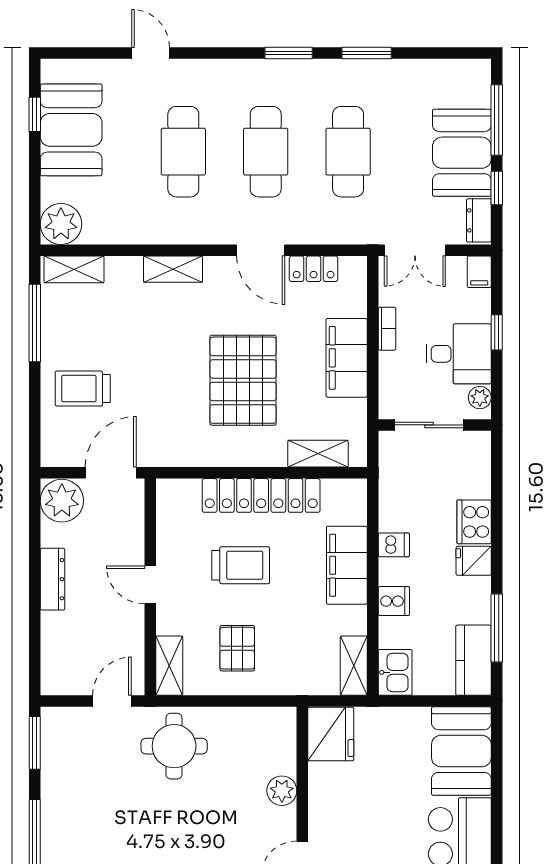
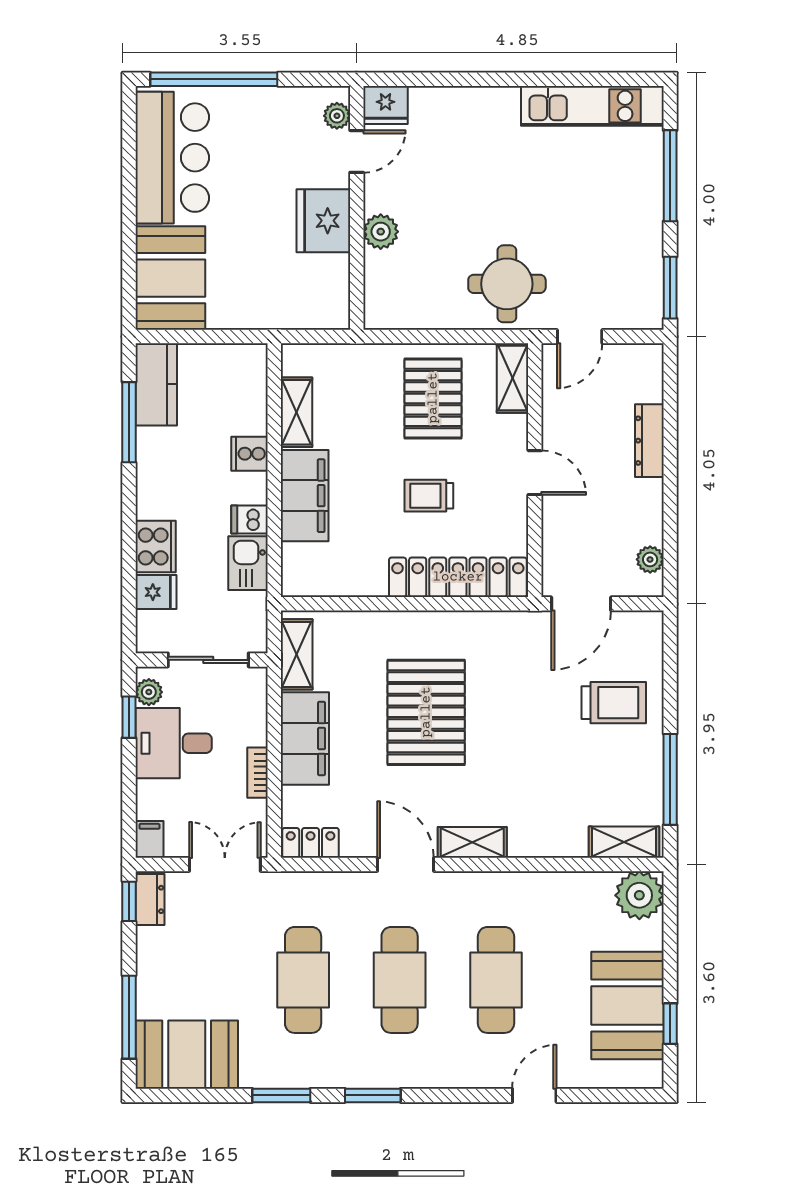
door: (151, 53) -> (534, 1095), swing flipped
booth: (462, 153) -> (187, 1055), moved, turned 90
window: (497, 188) -> (129, 901), moved
shelving: (173, 269) -> (472, 842), moved
locker: (314, 269) -> (311, 843), moved
window: (497, 332) -> (129, 717), moved
shelving: (318, 454) -> (297, 654), moved, turned 90
locker: (261, 495) -> (458, 577), moved
plant: (62, 501) -> (650, 559), width x0.53, depth x0.53
fridge: (474, 561) -> (156, 592), moved
trolley: (241, 565) -> (429, 496), width x0.73, depth x0.72
dresser: (52, 579) -> (649, 441), moved
pallet: (237, 648) -> (433, 398), width x1.50, depth x1.42
shelving: (354, 666) -> (296, 412), moved
kitchen sink: (395, 672) -> (248, 563), moved
fridge: (331, 734) -> (323, 221), moved

